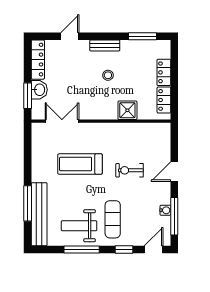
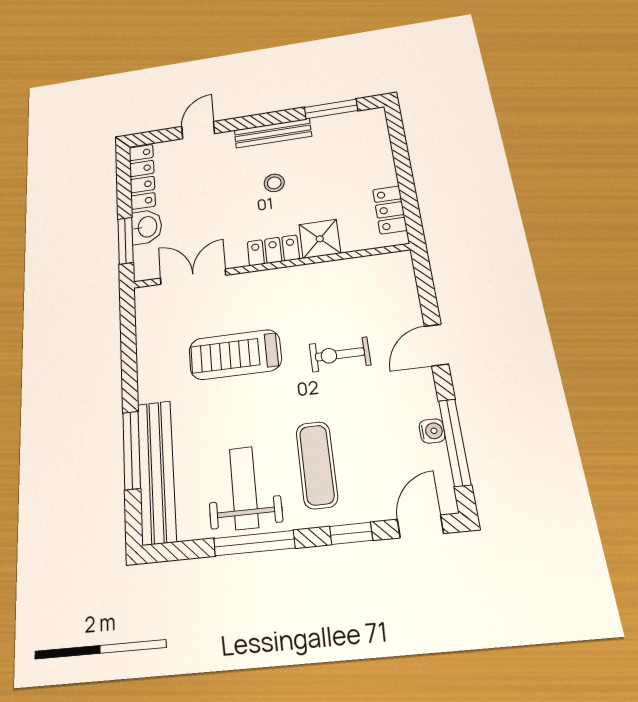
bench: (105, 46) -> (273, 133), width x1.36
locker: (164, 72) -> (273, 250), moved, turned 90
weight bench: (79, 226) -> (244, 488), turned 90

